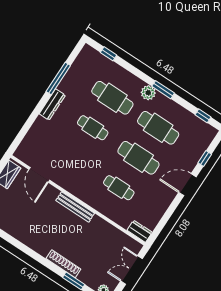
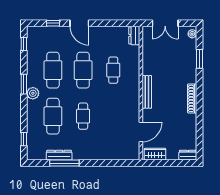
dresser: (52, 104) -> (59, 155), moved
shoe rack: (63, 264) -> (192, 98), moved

